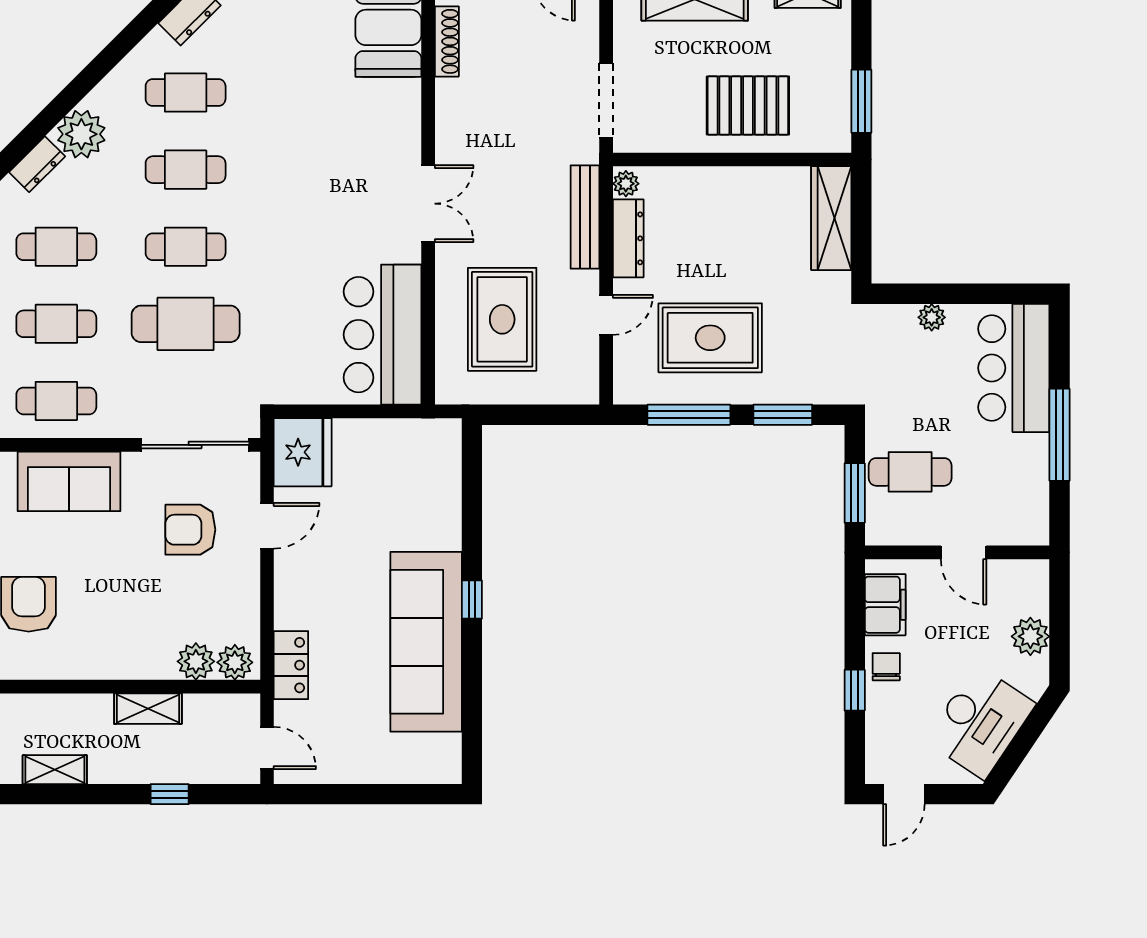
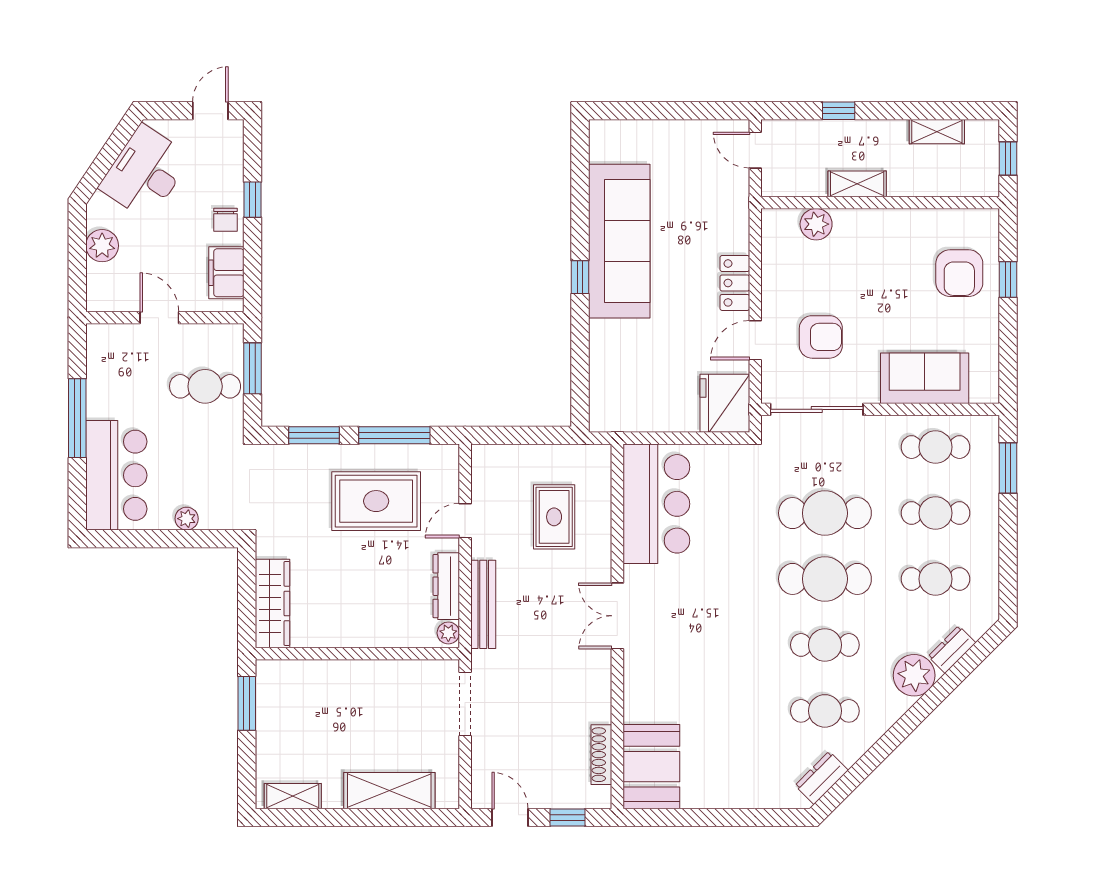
pallet: (748, 106) -> (344, 700), removed
cafe table: (186, 247) -> (825, 579), width x1.37, depth x1.35
rug: (502, 319) -> (554, 517), width x0.73, depth x0.70
plant: (235, 662) -> (783, 223), removed
locker: (291, 665) -> (735, 283), moved

